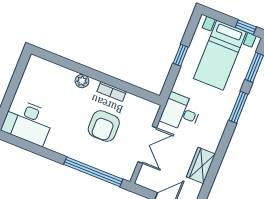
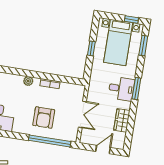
window: (238, 107) -> (136, 89), moved
desk: (181, 112) -> (121, 89), moved, turned 180
armchair: (104, 126) -> (44, 118), moved

